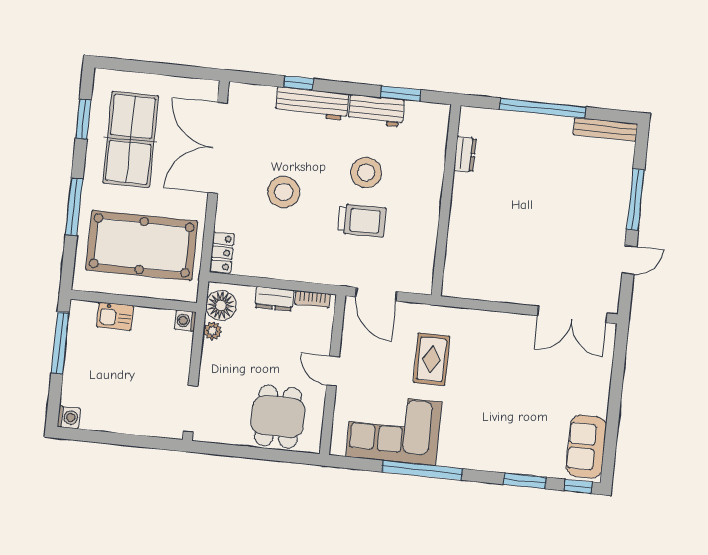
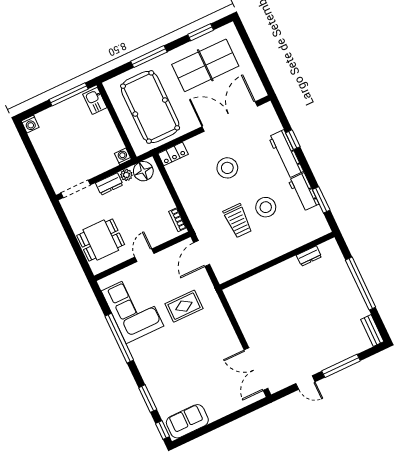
bench: (605, 129) -> (372, 330), width x0.73
dresser: (274, 299) -> (109, 184), moved, turned -90
kitchen sink: (115, 316) -> (95, 101), moved

